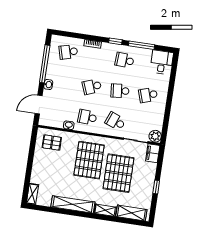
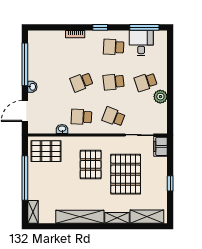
window: (142, 45) -> (144, 27), moved
school desk: (68, 52) -> (49, 47), removed
desk: (162, 62) -> (141, 43), moved
plant: (155, 136) -> (160, 97), moved
pallet: (52, 143) -> (46, 151), width x1.50, depth x1.42
pallet: (89, 160) -> (91, 164), width x0.73, depth x0.71
window: (30, 163) -> (25, 178), added

